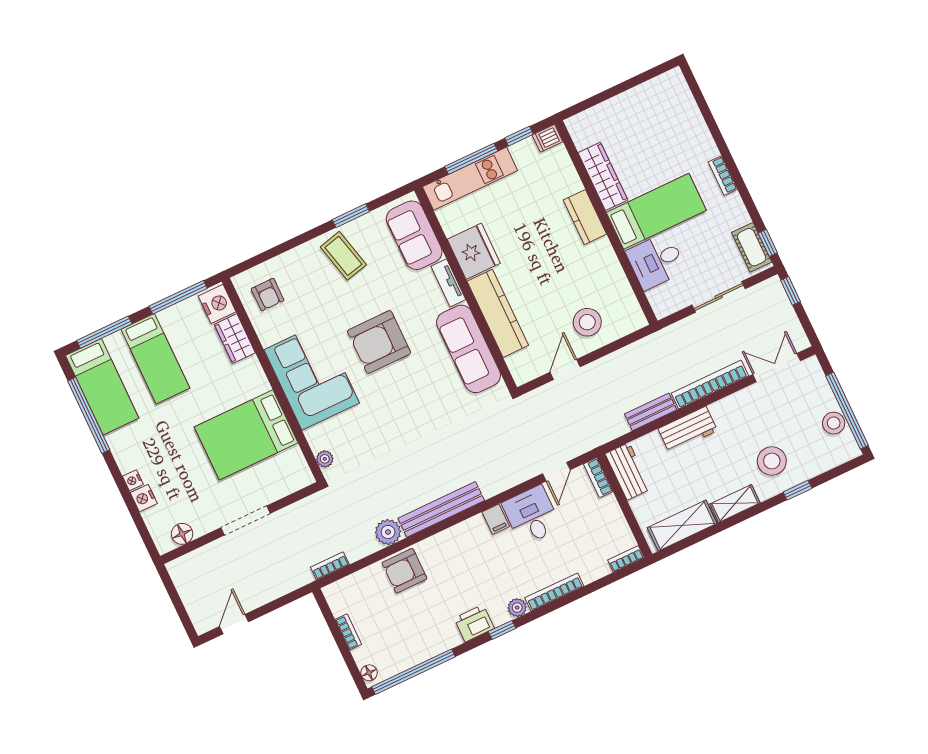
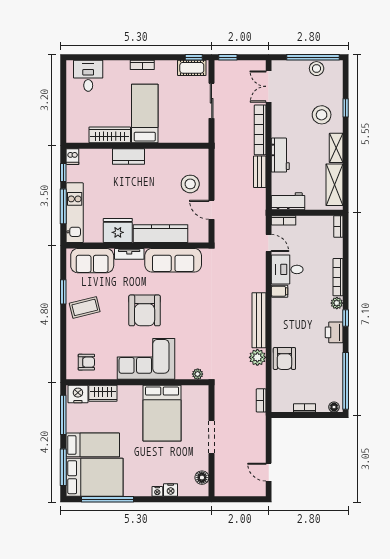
desk: (656, 261) -> (88, 76), moved, turned 180
bed: (102, 387) -> (95, 477), width x1.50

